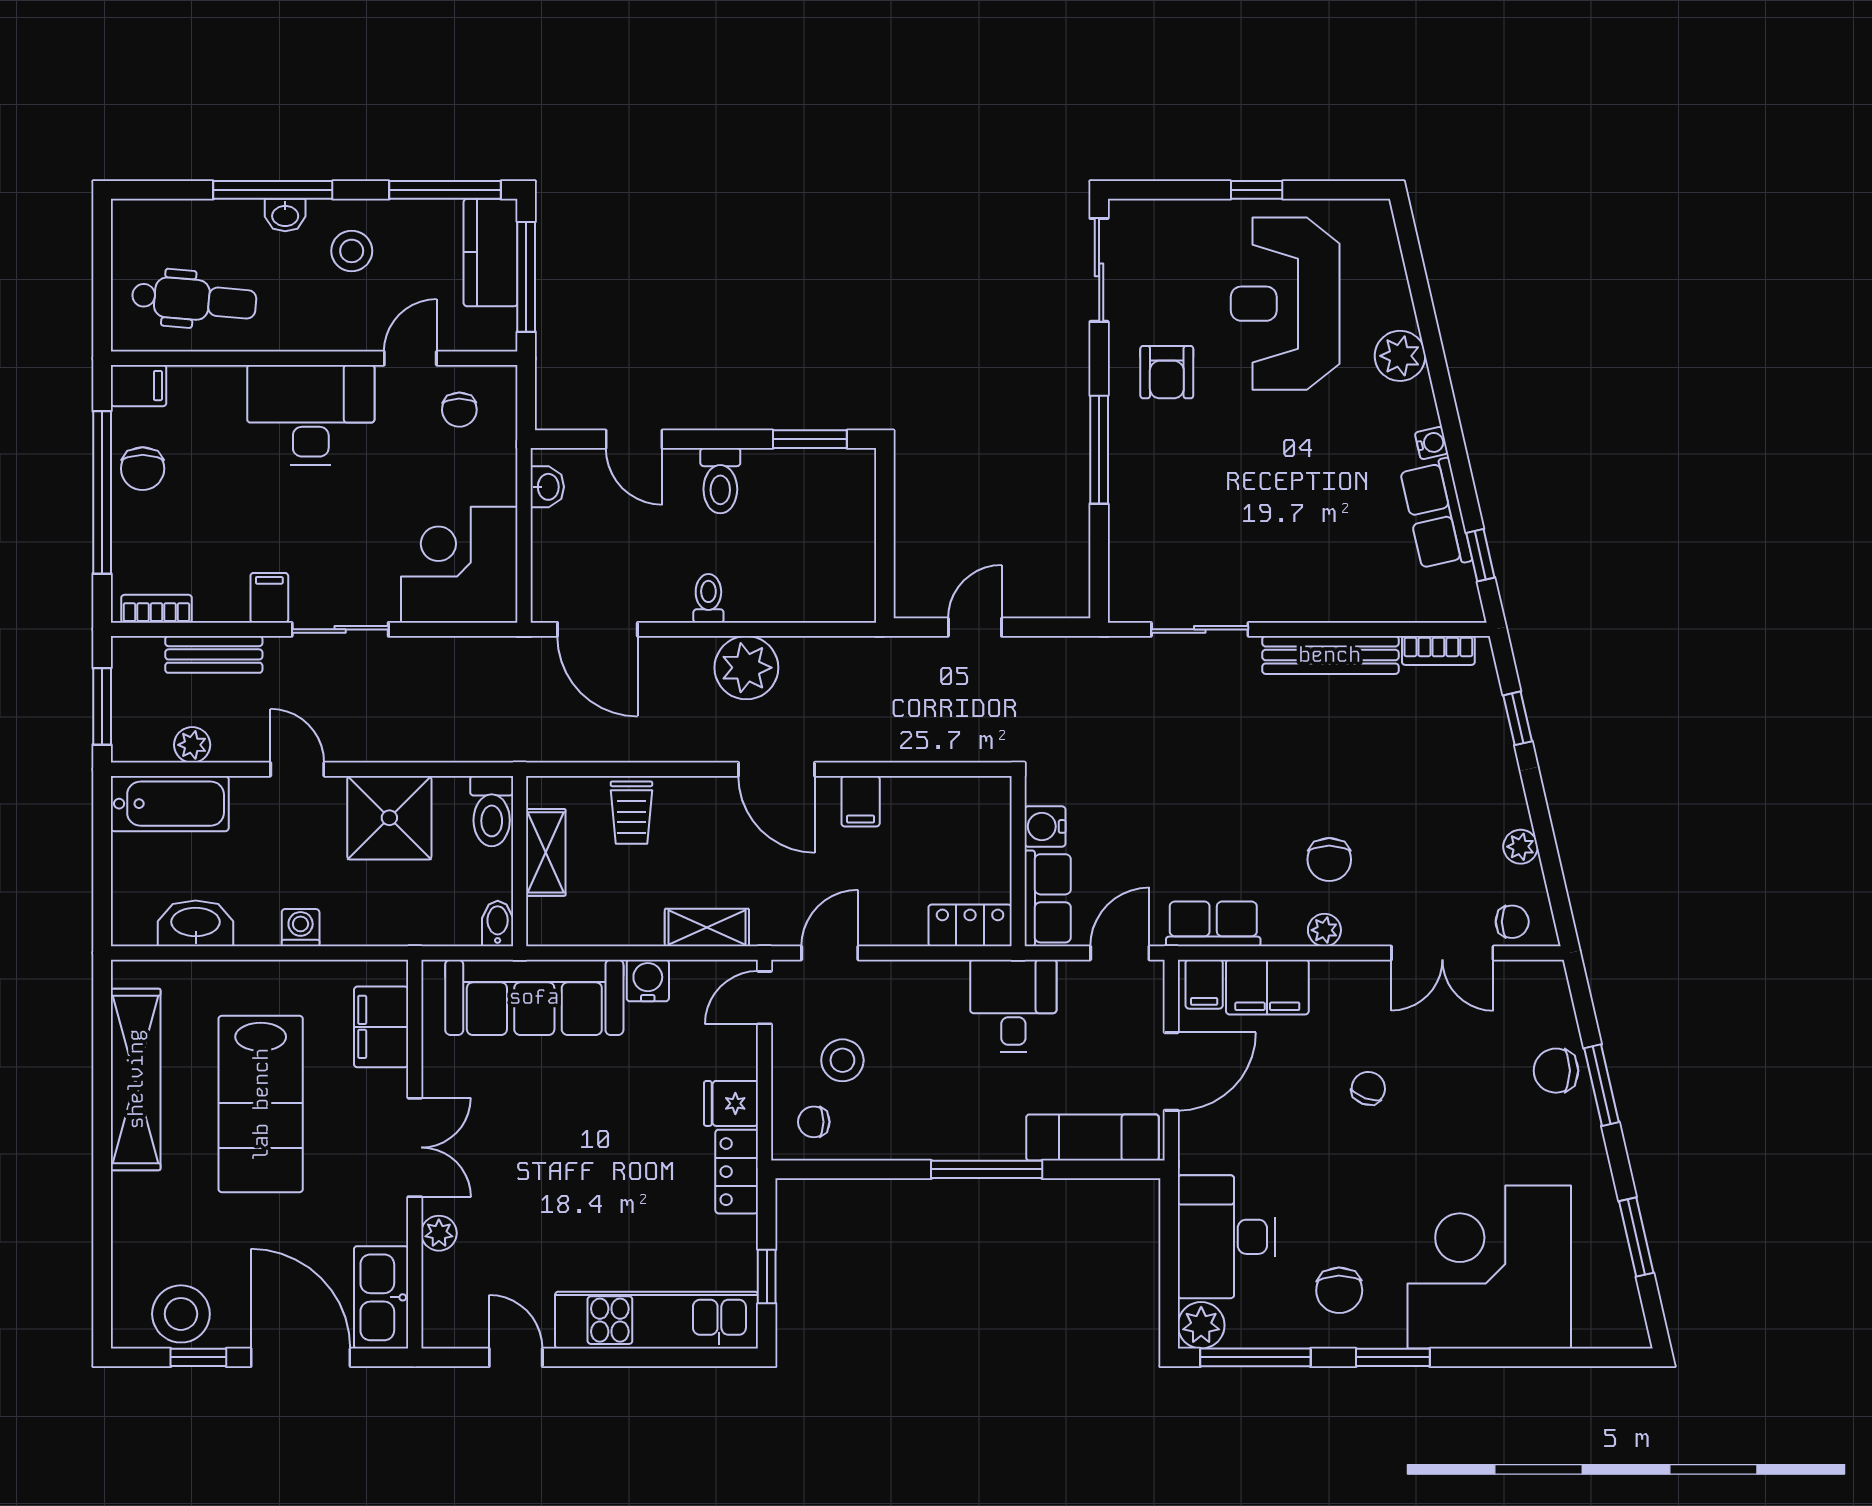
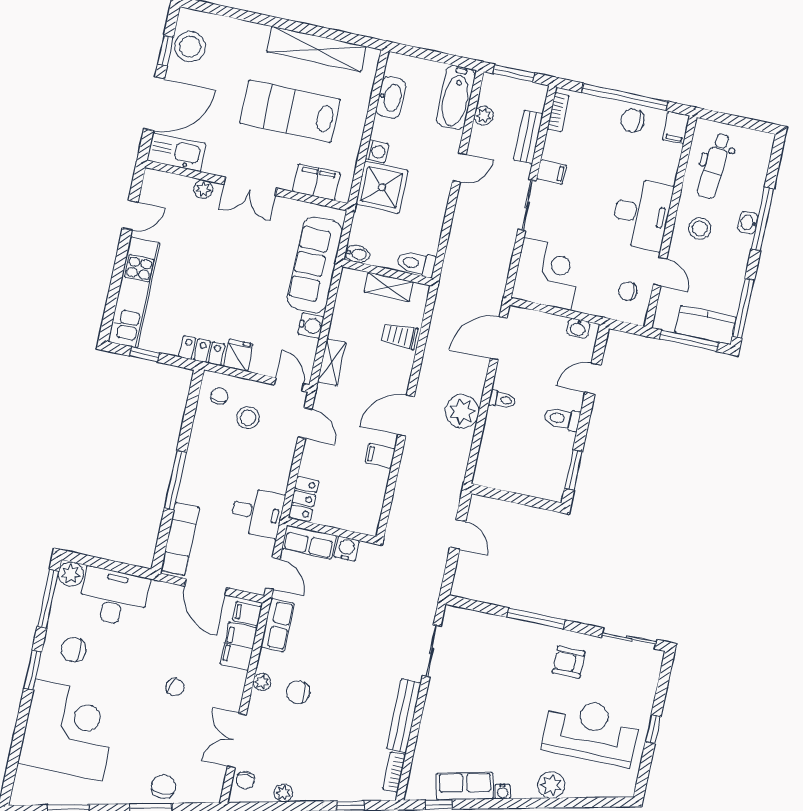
stool: (352, 251) -> (700, 228), moved
shower: (389, 818) -> (382, 187), moved

